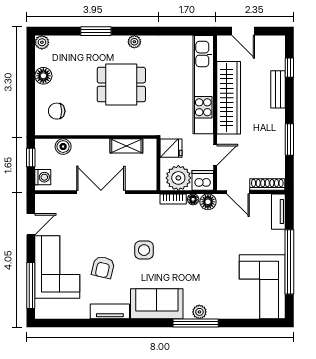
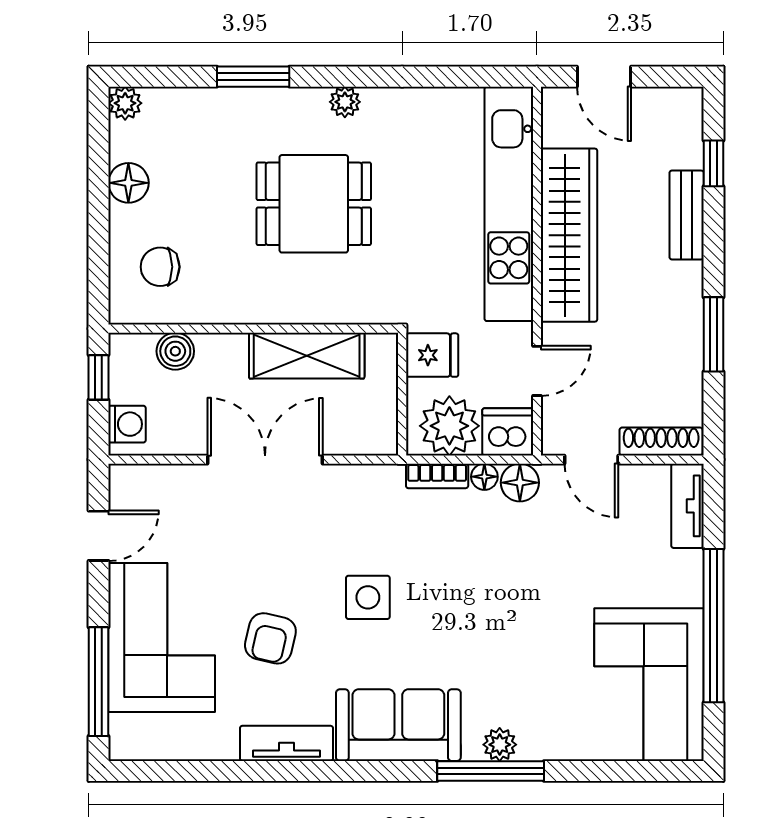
shelving: (126, 146) -> (307, 356), width x1.50, depth x1.33

